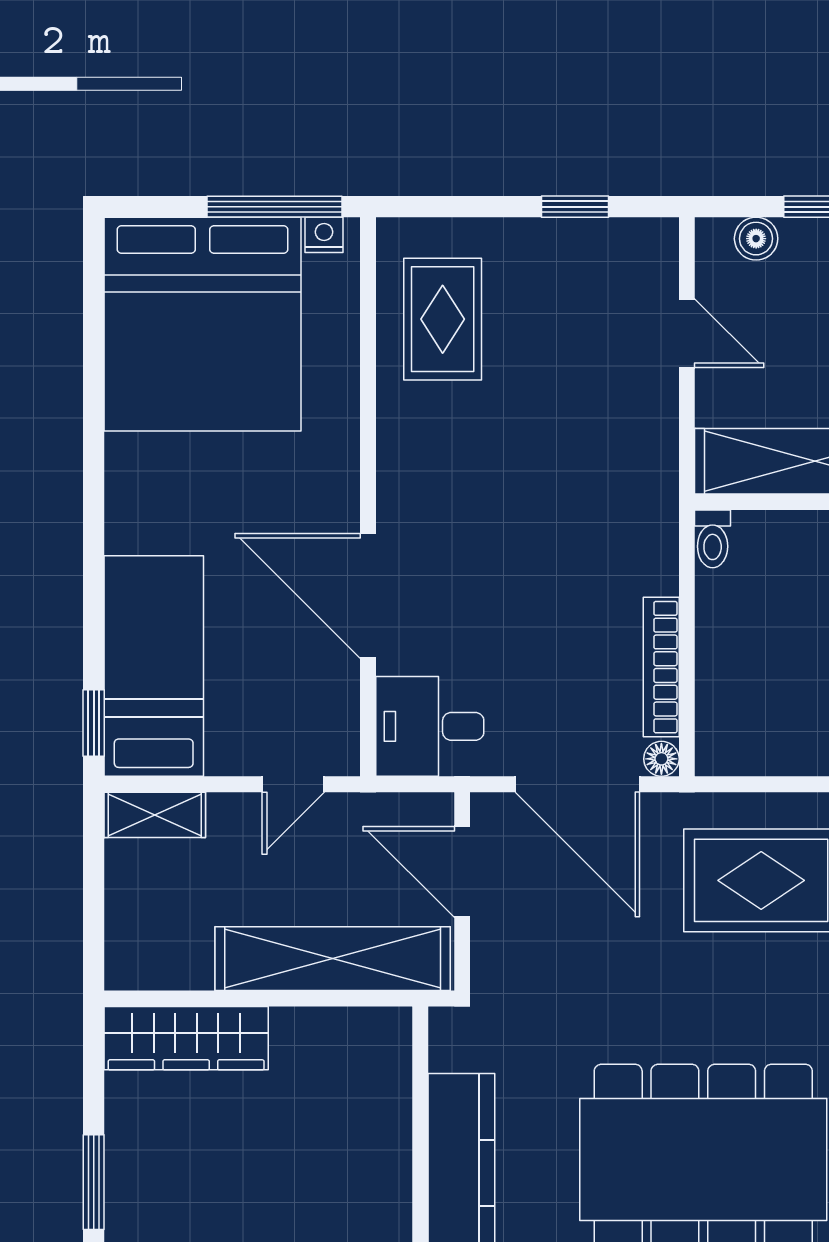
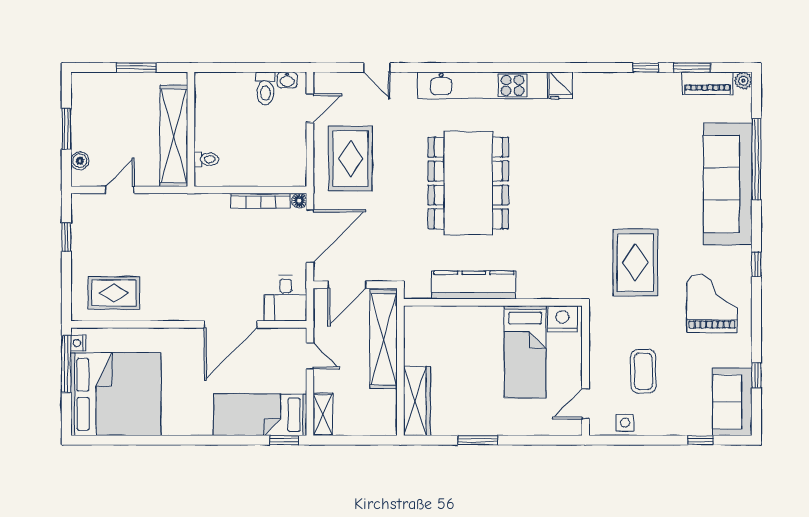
toilet: (713, 539) -> (206, 159), moved

